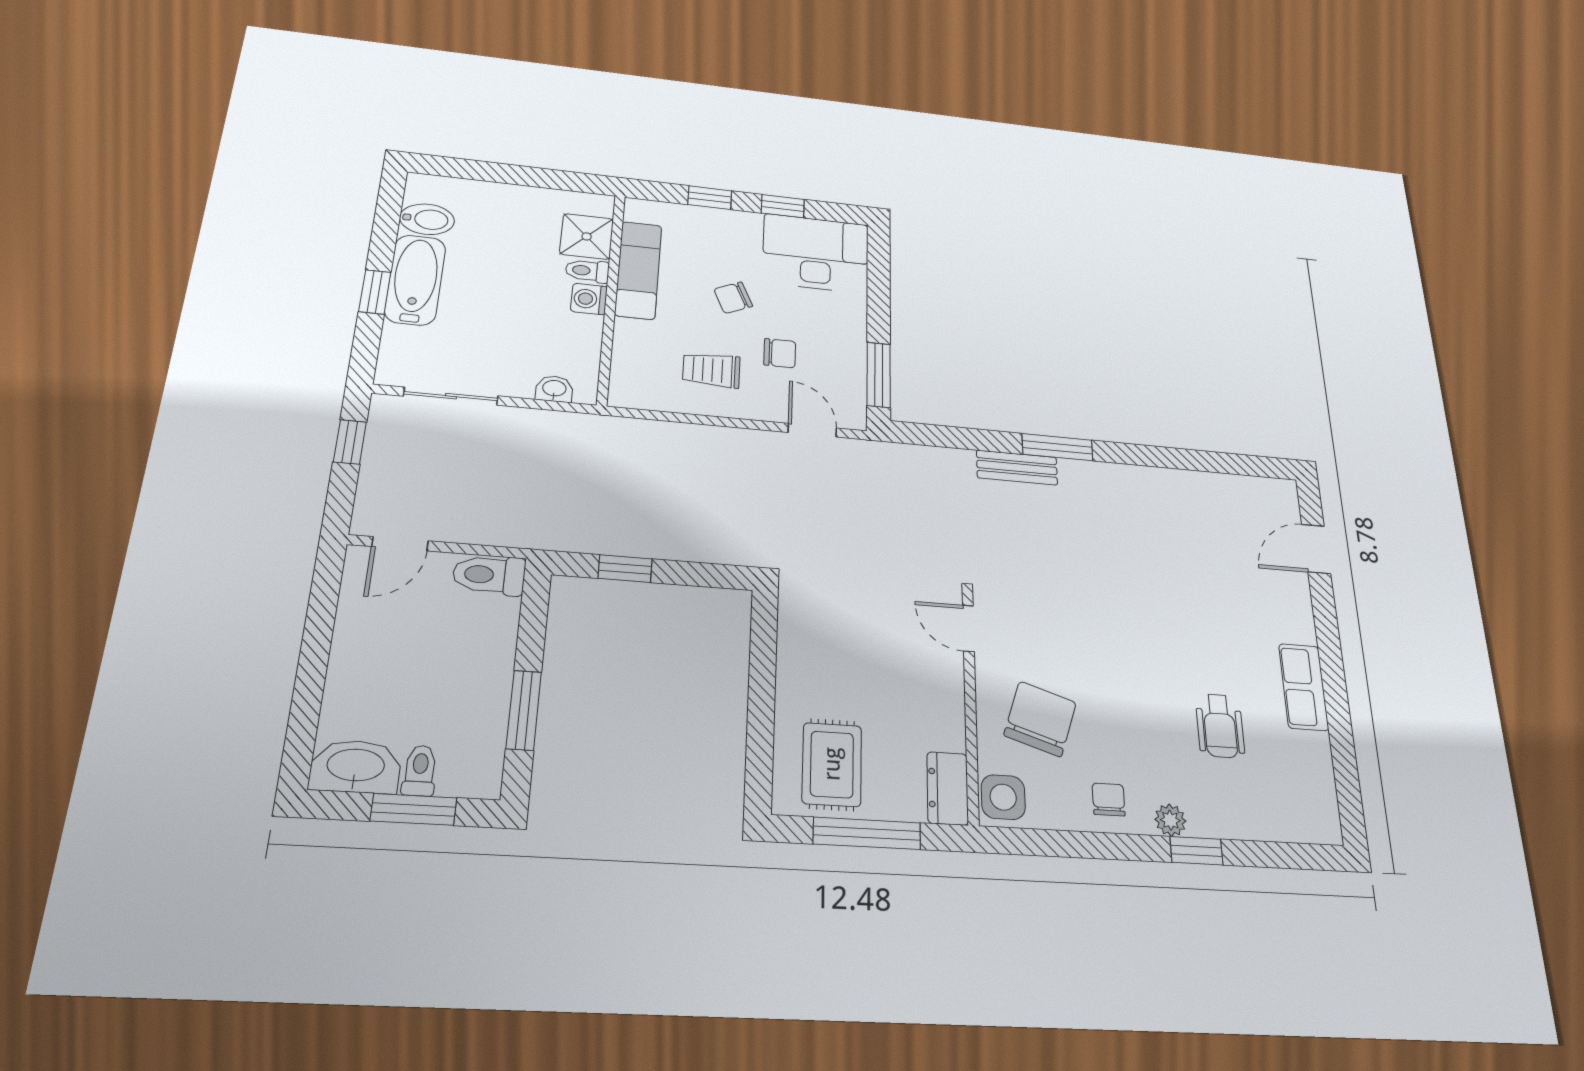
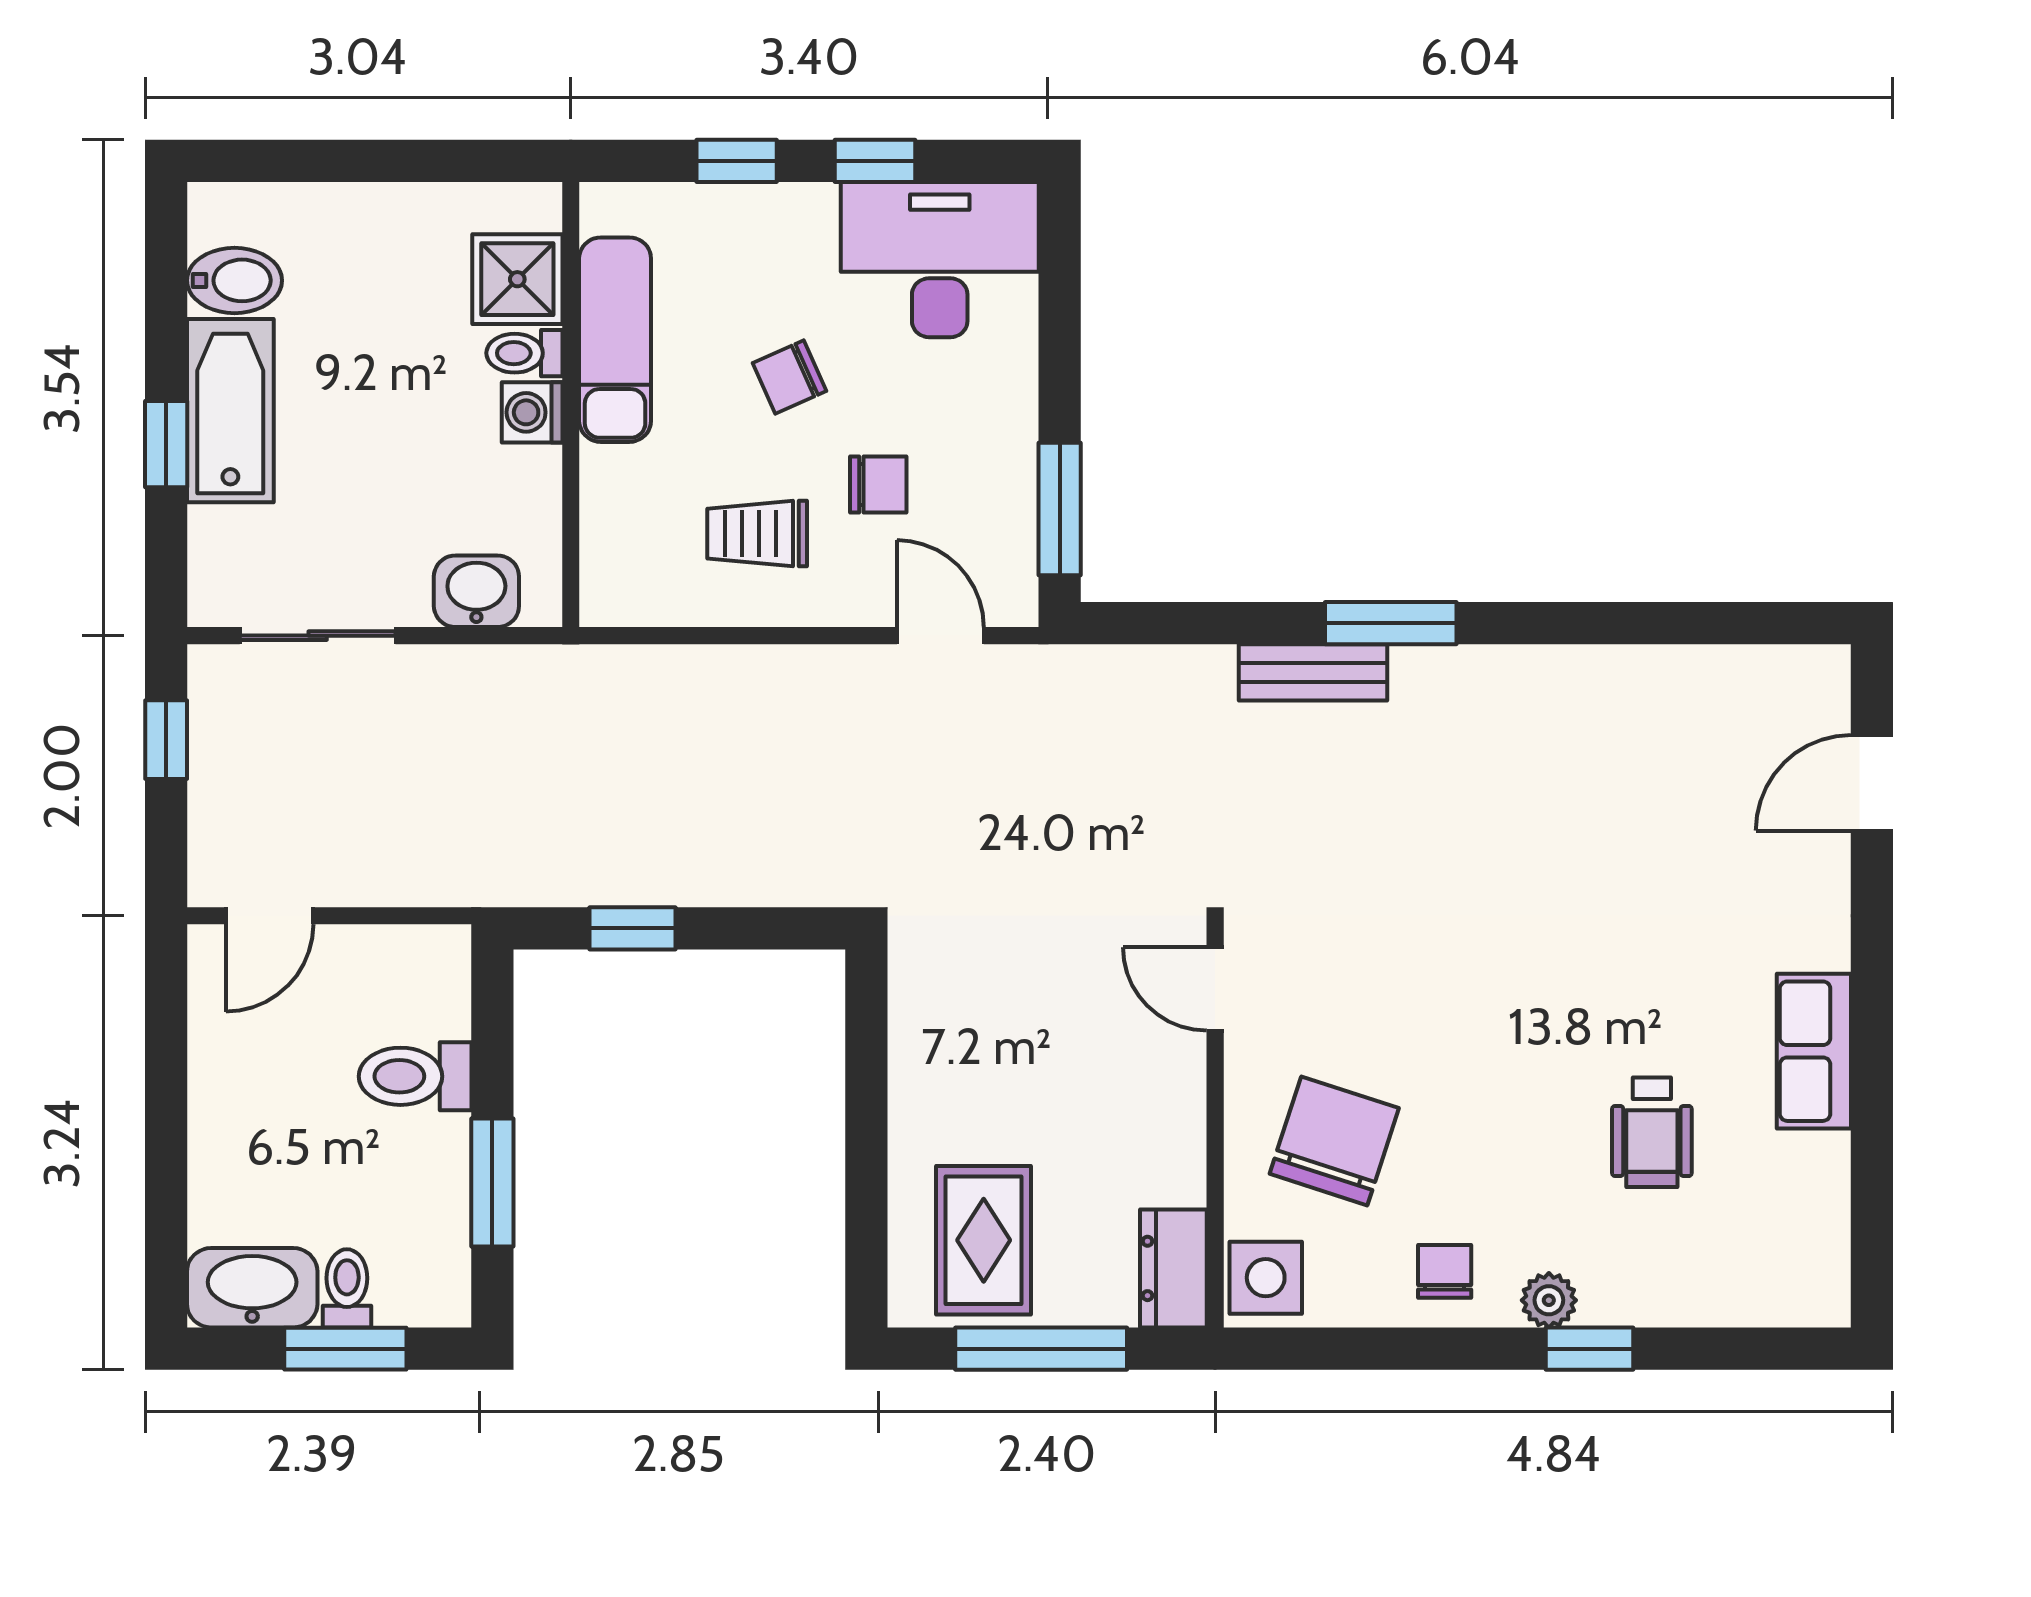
washbasin: (554, 389) -> (476, 591), width x1.38, depth x1.45
toilet: (489, 575) -> (415, 1076), moved

